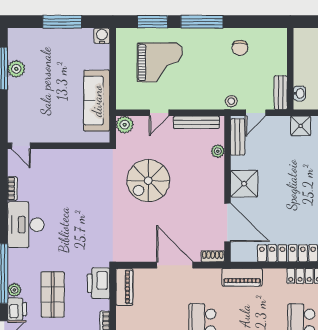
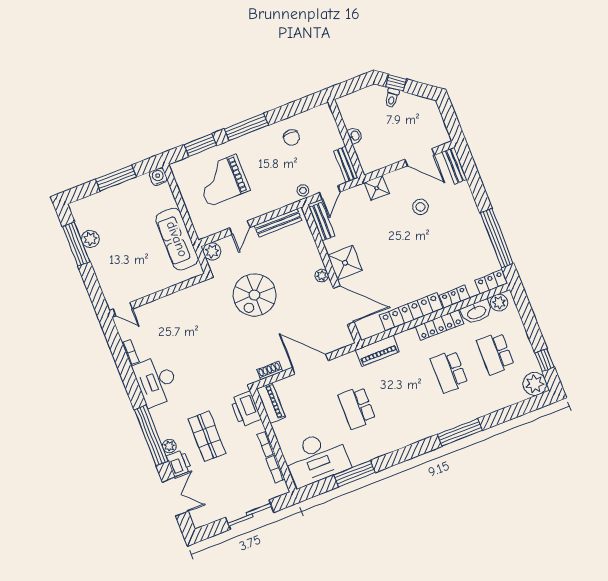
grand piano: (160, 63) -> (222, 180), turned 180
washbasin: (299, 93) -> (355, 136), moved
plant: (218, 151) -> (322, 276), moved
shoe rack: (213, 256) -> (270, 371), moved

